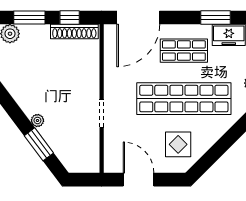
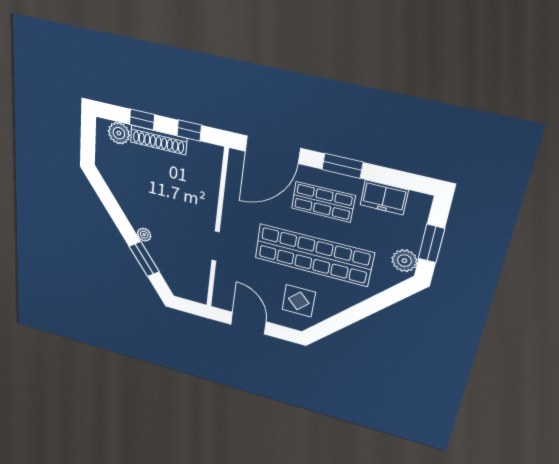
window: (29, 17) -> (142, 119), width x0.67
window: (216, 17) -> (342, 166), moved
shoe rack: (74, 32) -> (159, 140), moved

